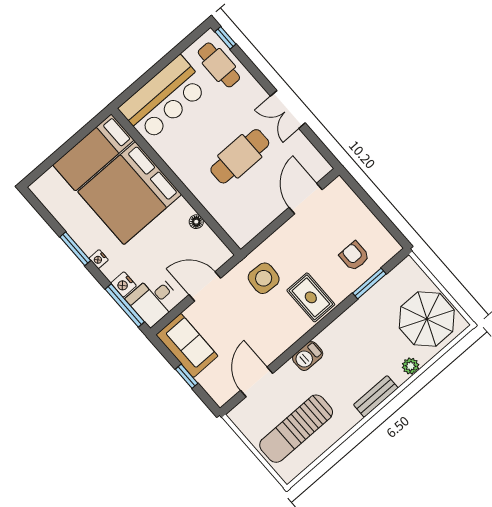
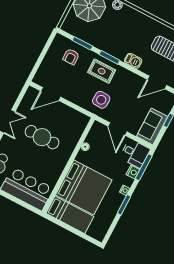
rug: (311, 297) -> (102, 71), turned 90
window: (328, 319) -> (109, 57), added
bench: (376, 396) -> (140, 17), removed

